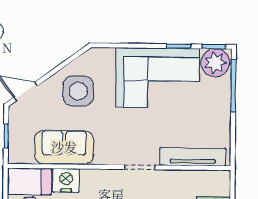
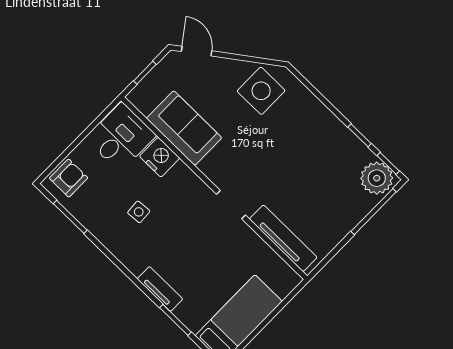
corner sofa: (158, 78) -> (317, 145), removed
side table: (78, 91) -> (261, 91), moved

